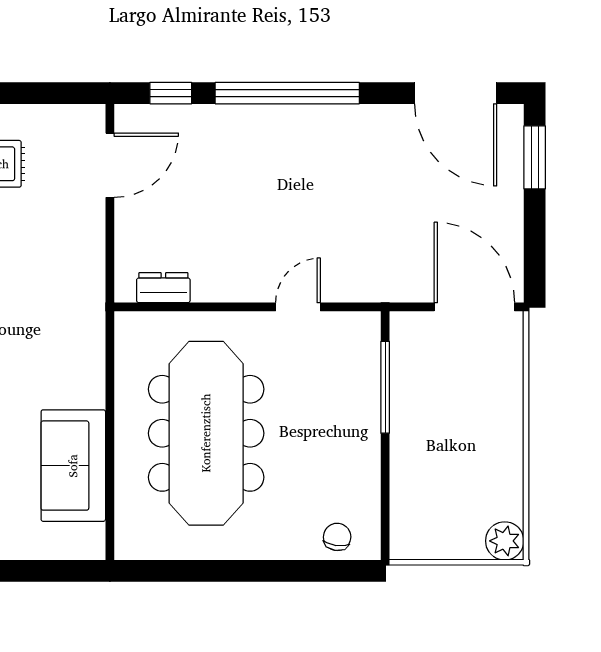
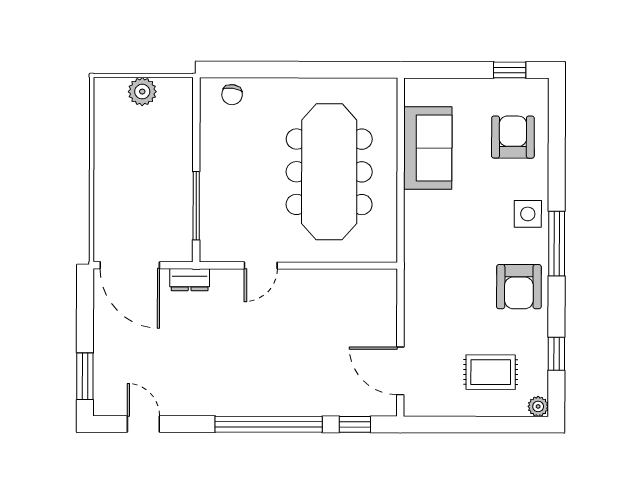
door: (456, 93) -> (143, 424), width x0.53
door: (110, 165) -> (400, 371), hinge flipped
dresser: (163, 288) -> (190, 280), moved
plant: (505, 541) -> (142, 92), moved

